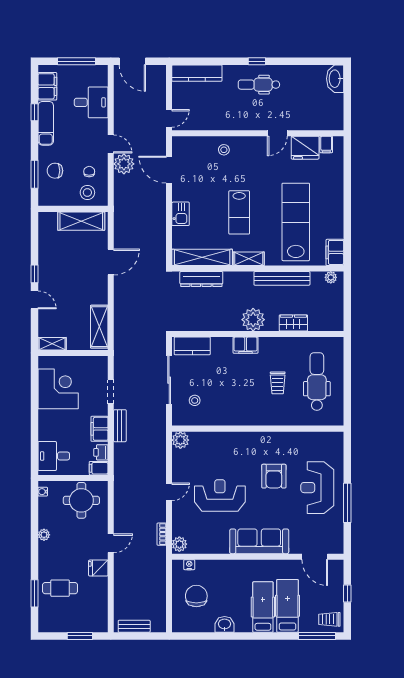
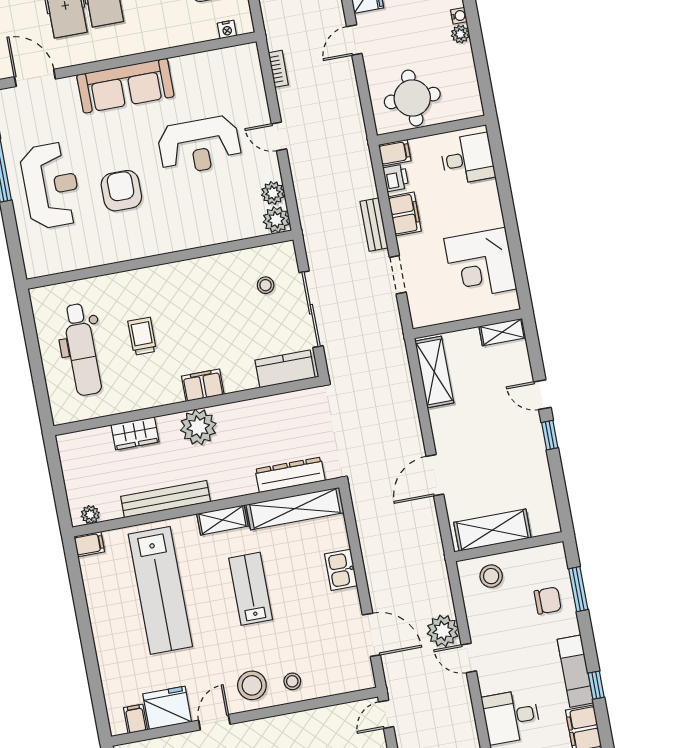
stool: (250, 152) -> (252, 685), added
chair: (89, 172) -> (494, 609), removed
filing cabinet: (335, 252) -> (89, 544), width x0.50
water cooler: (43, 492) -> (459, 16), moved
door: (169, 492) -> (279, 136), hinge flipped
plant: (179, 544) -> (273, 193), moved

